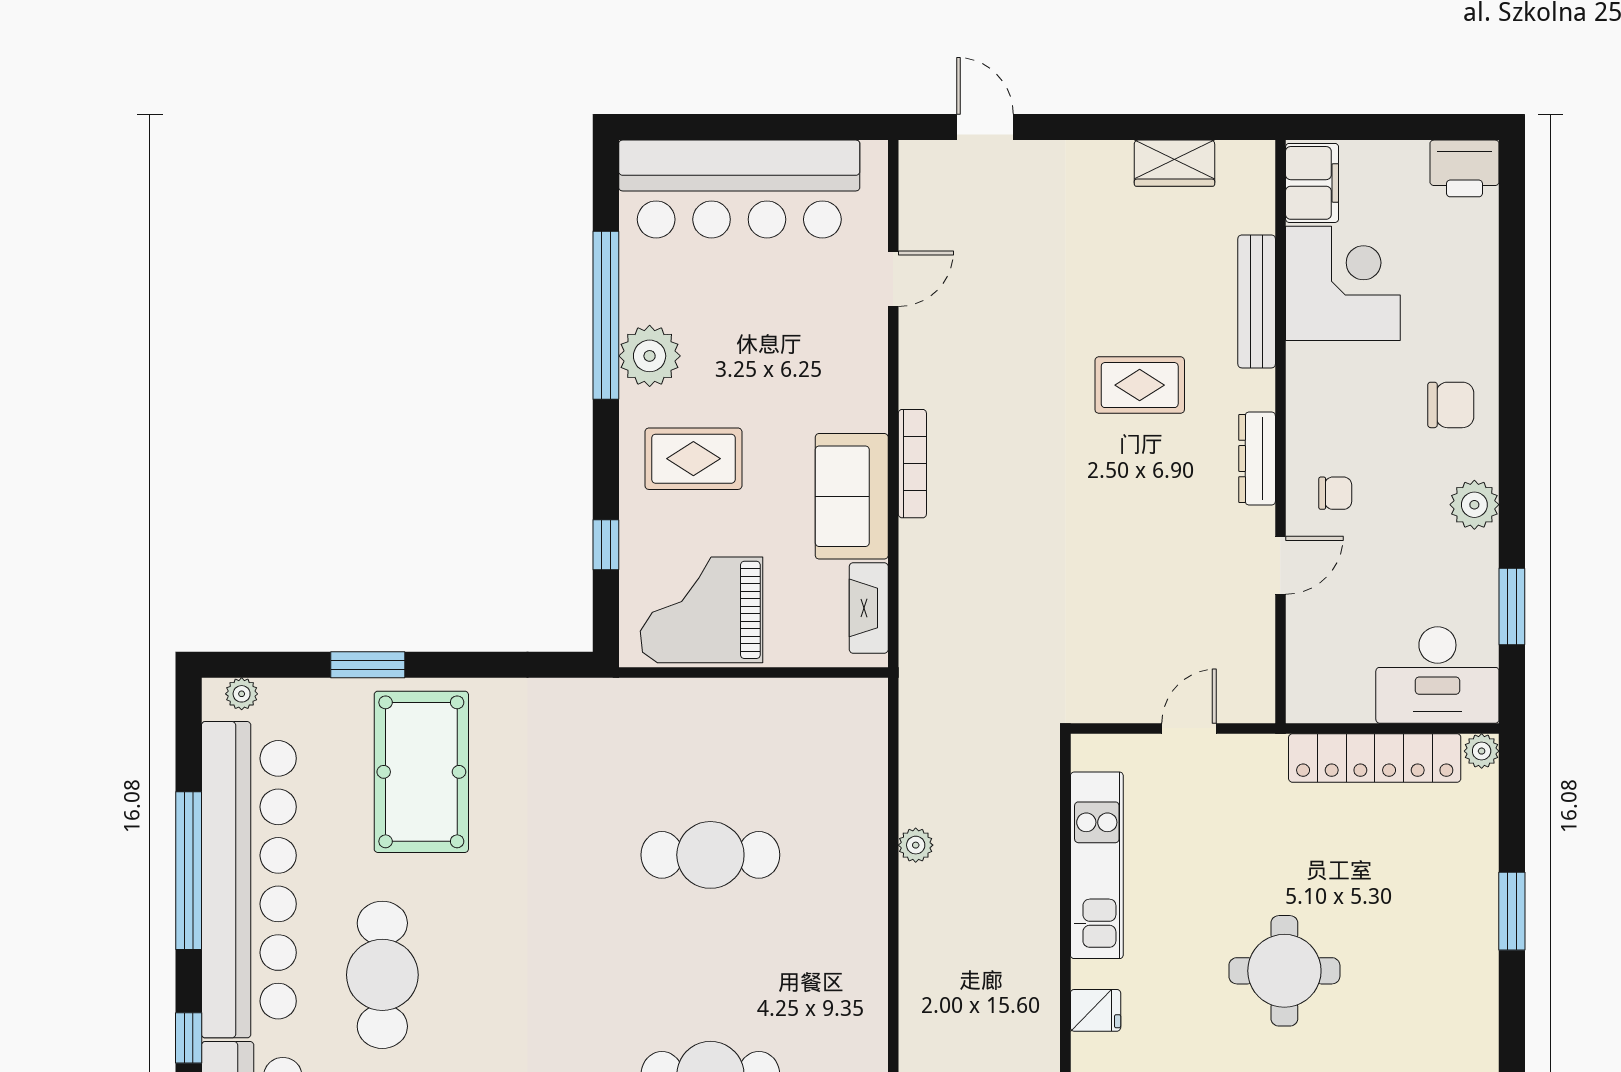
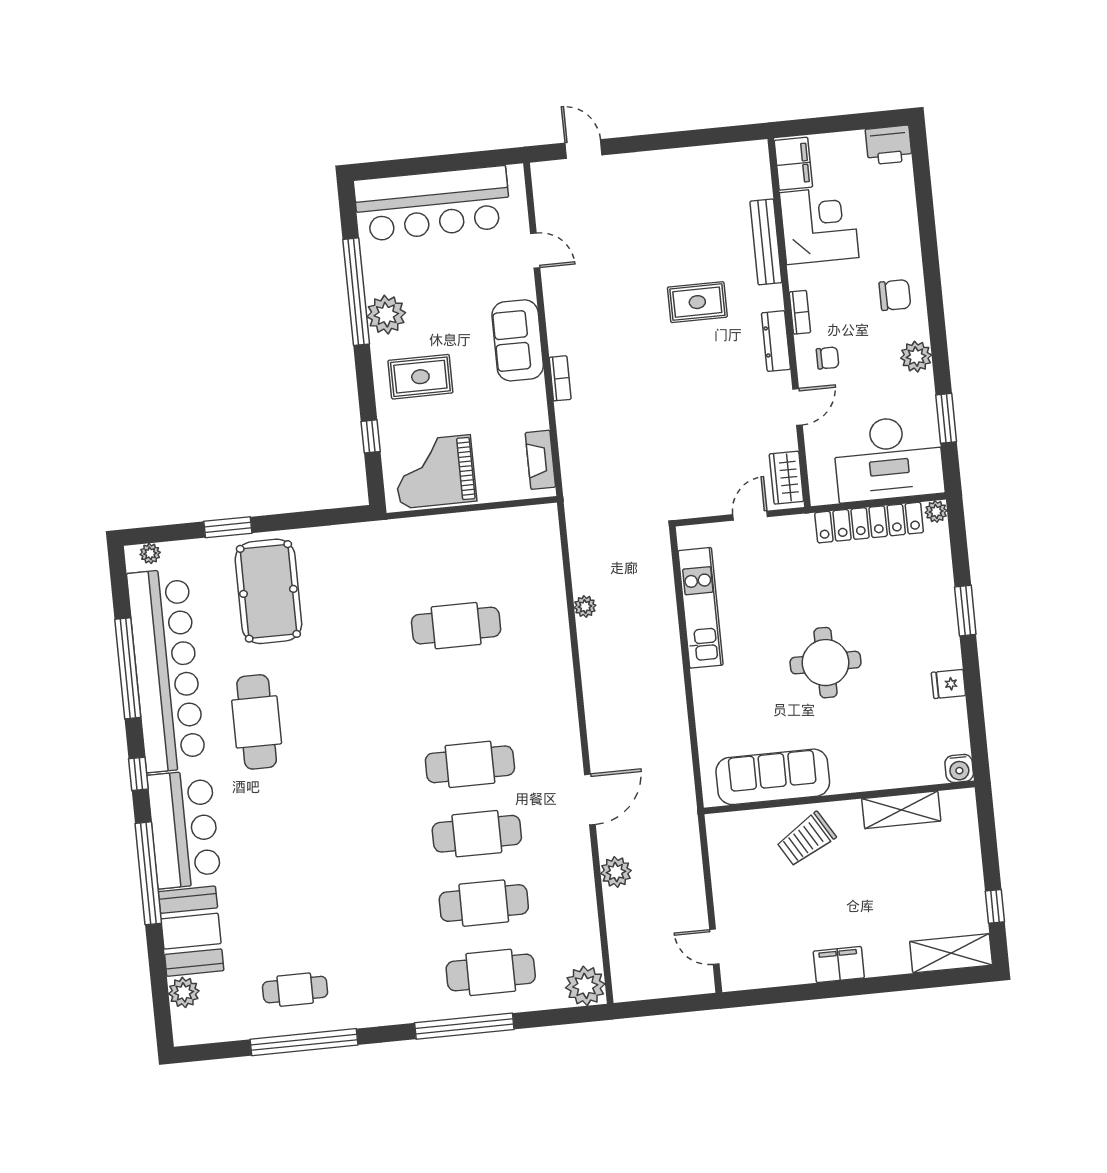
wardrobe: (1174, 163) -> (786, 478), moved, turned 90
door: (893, 279) -> (535, 251), hinge flipped
bookcase: (1299, 417) -> (800, 312), added
bookcase: (912, 464) -> (560, 378), width x0.64
sofa: (852, 496) -> (518, 340), moved
desk: (1437, 675) -> (888, 459), width x1.36, depth x1.30
fridge: (1096, 1010) -> (948, 684), moved, turned 180

